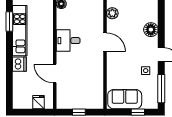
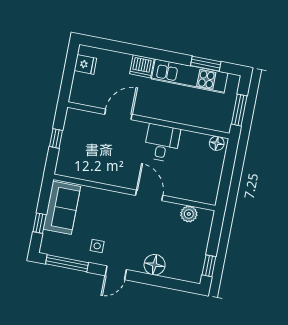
door: (105, 42) -> (149, 195), swing flipped
fridge: (39, 102) -> (85, 64), moved

